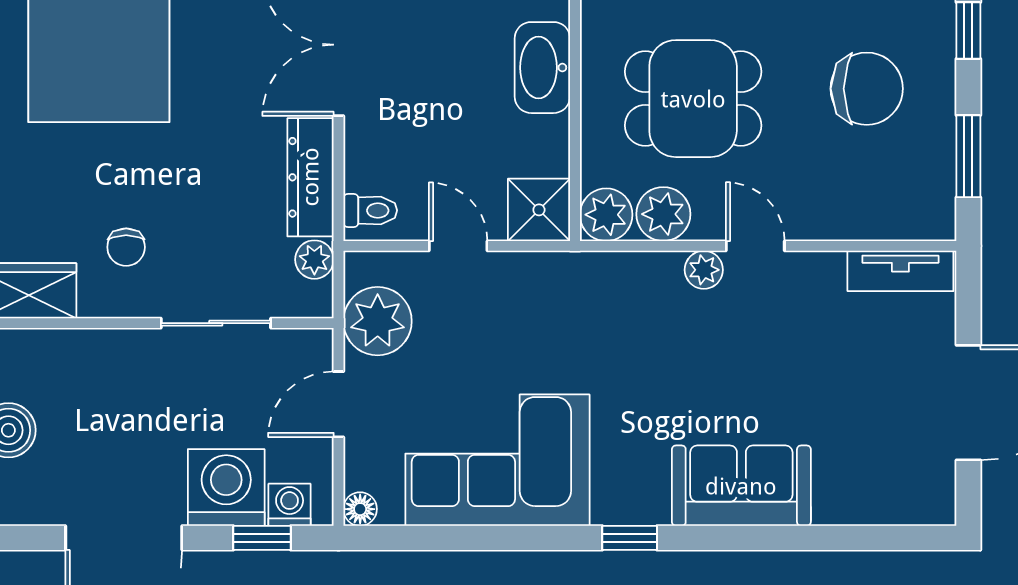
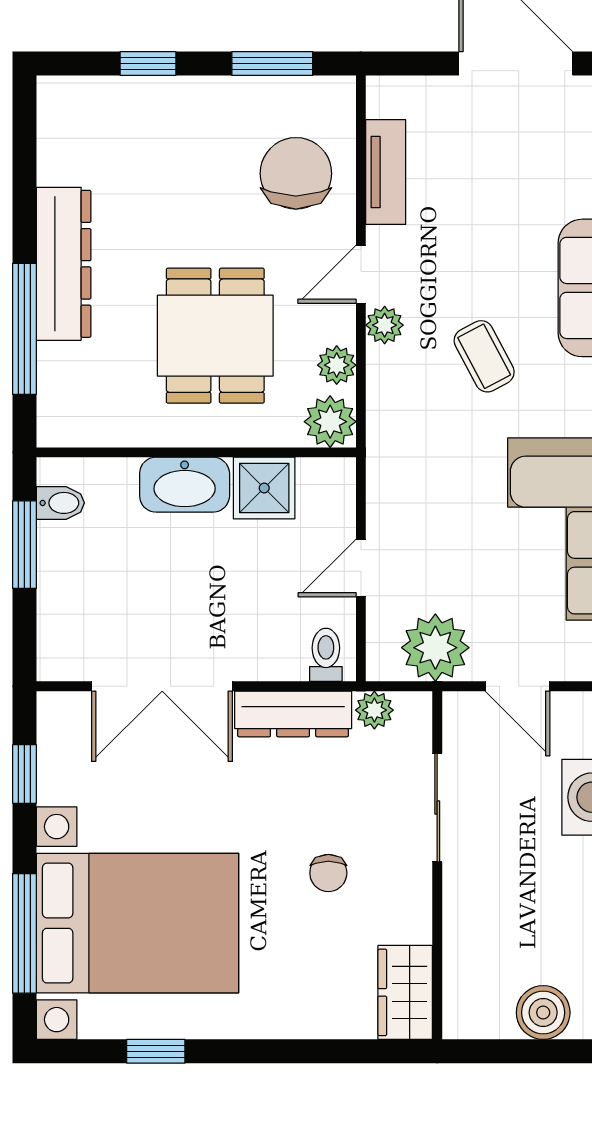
chair: (867, 89) -> (296, 173), moved
shower: (539, 210) -> (264, 488), moved
plant: (663, 214) -> (337, 365), width x0.73, depth x0.73
chair: (126, 247) -> (328, 873), moved, turned 90
tv unit: (900, 271) -> (386, 172), moved
coffee table: (672, 371) -> (484, 356), added

